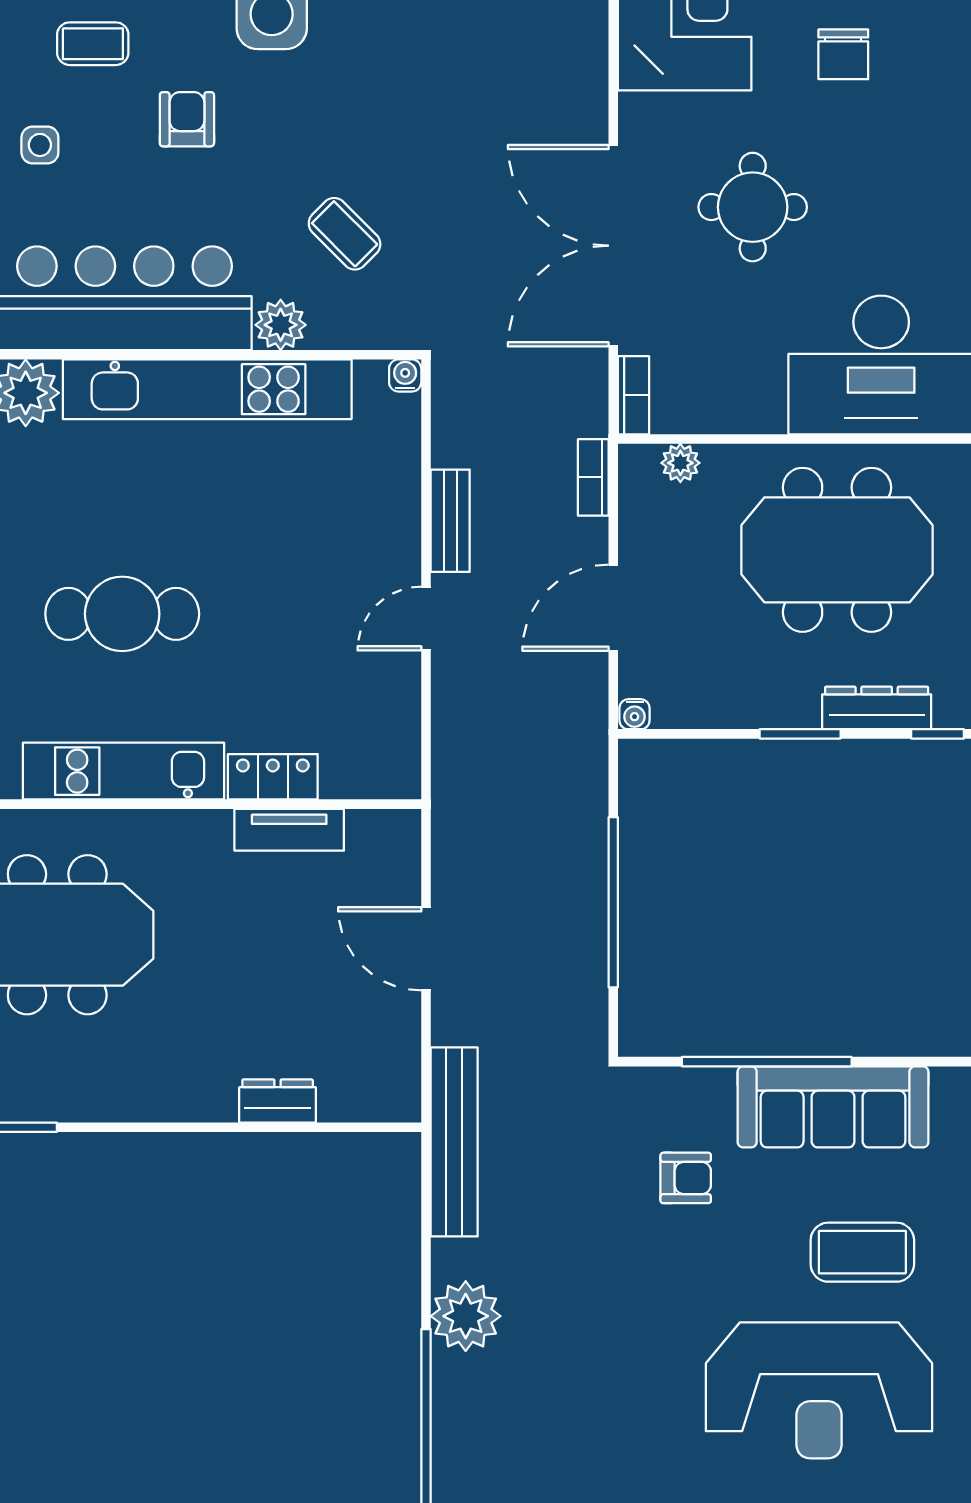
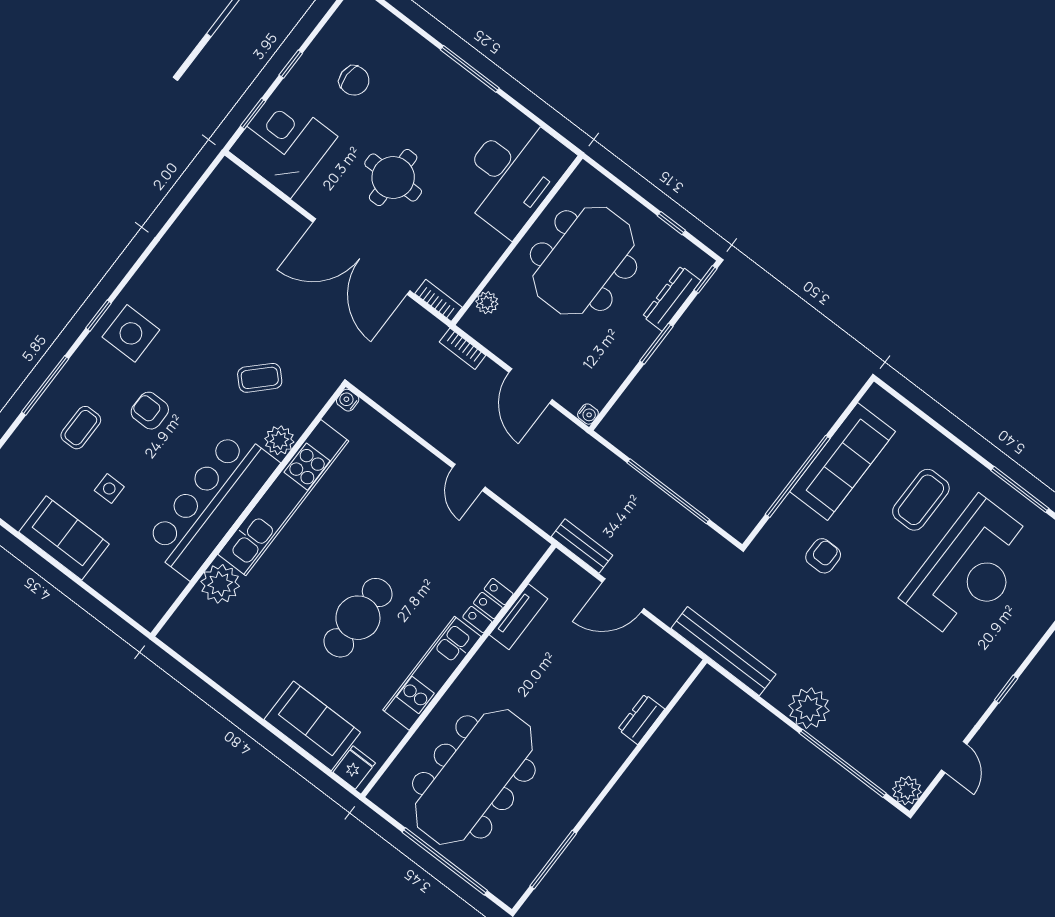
bench: (450, 521) -> (582, 546), moved

